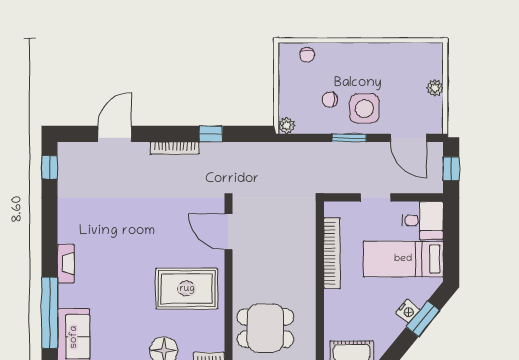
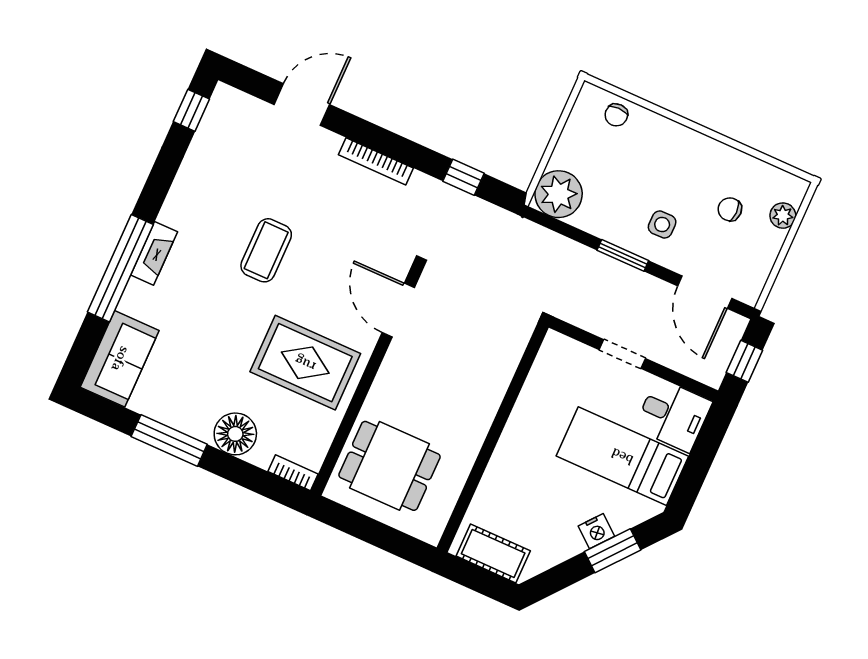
plant: (435, 88) -> (783, 216), moved
chair: (330, 100) -> (730, 209), moved
side table: (364, 109) -> (662, 225), width x0.54, depth x0.54
plant: (286, 126) -> (559, 194), width x1.87, depth x1.87
window: (211, 134) -> (464, 177), moved
coffee table: (133, 231) -> (266, 250), added
bookcase: (332, 253) -> (528, 404), removed
window: (50, 313) -> (120, 268), moved

